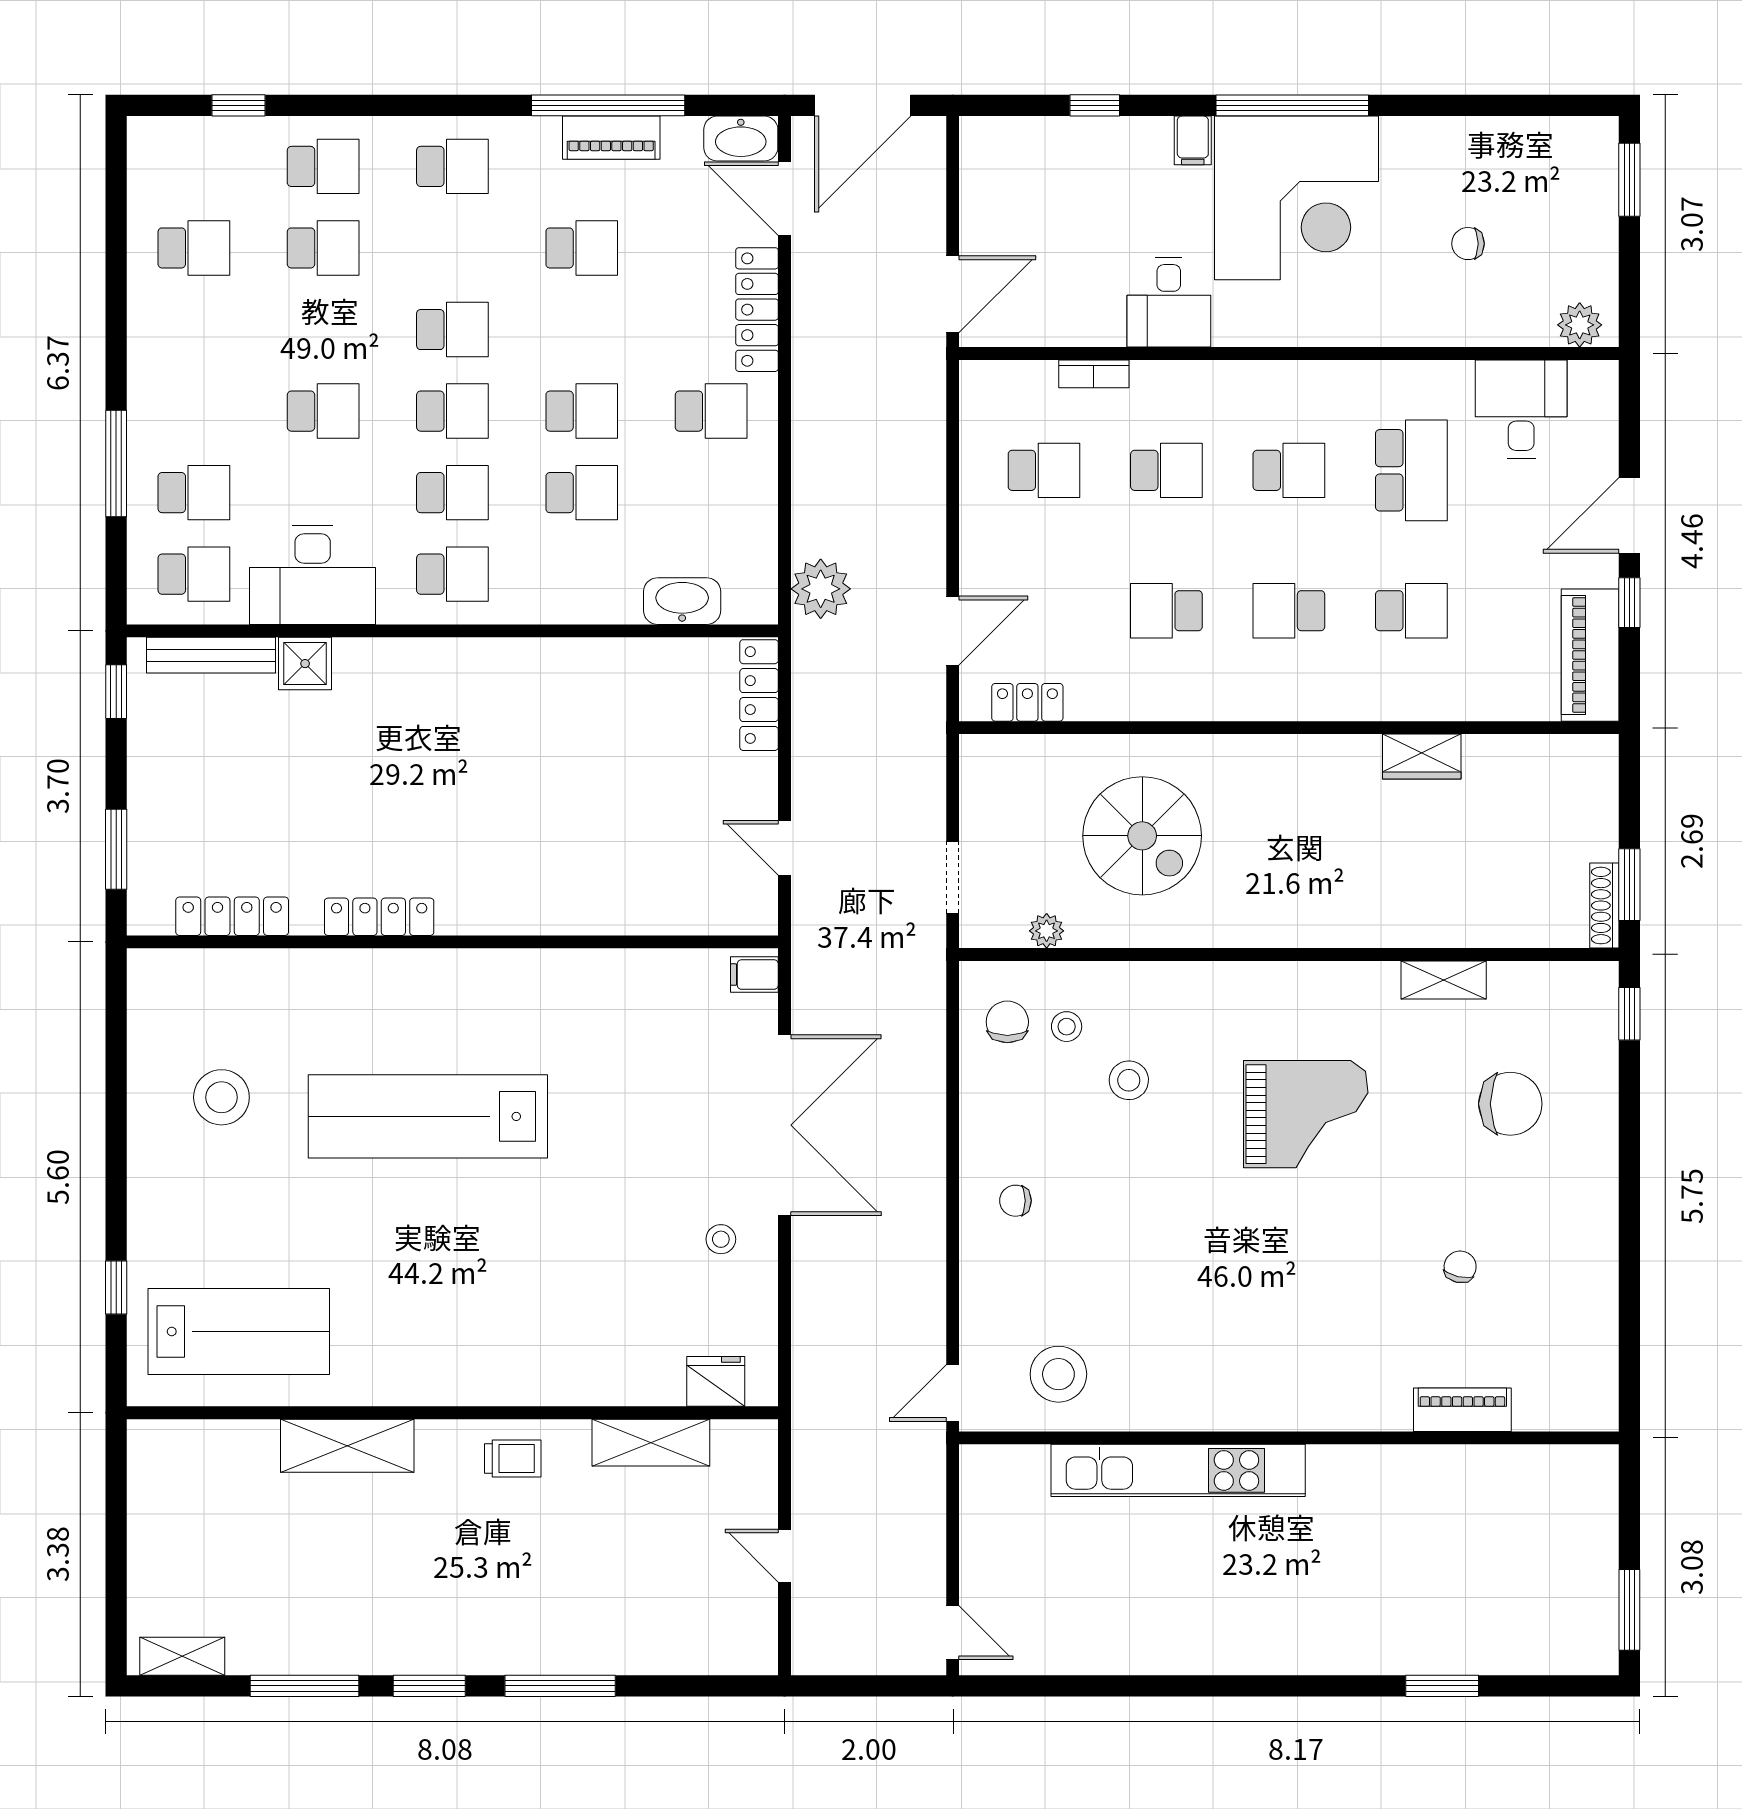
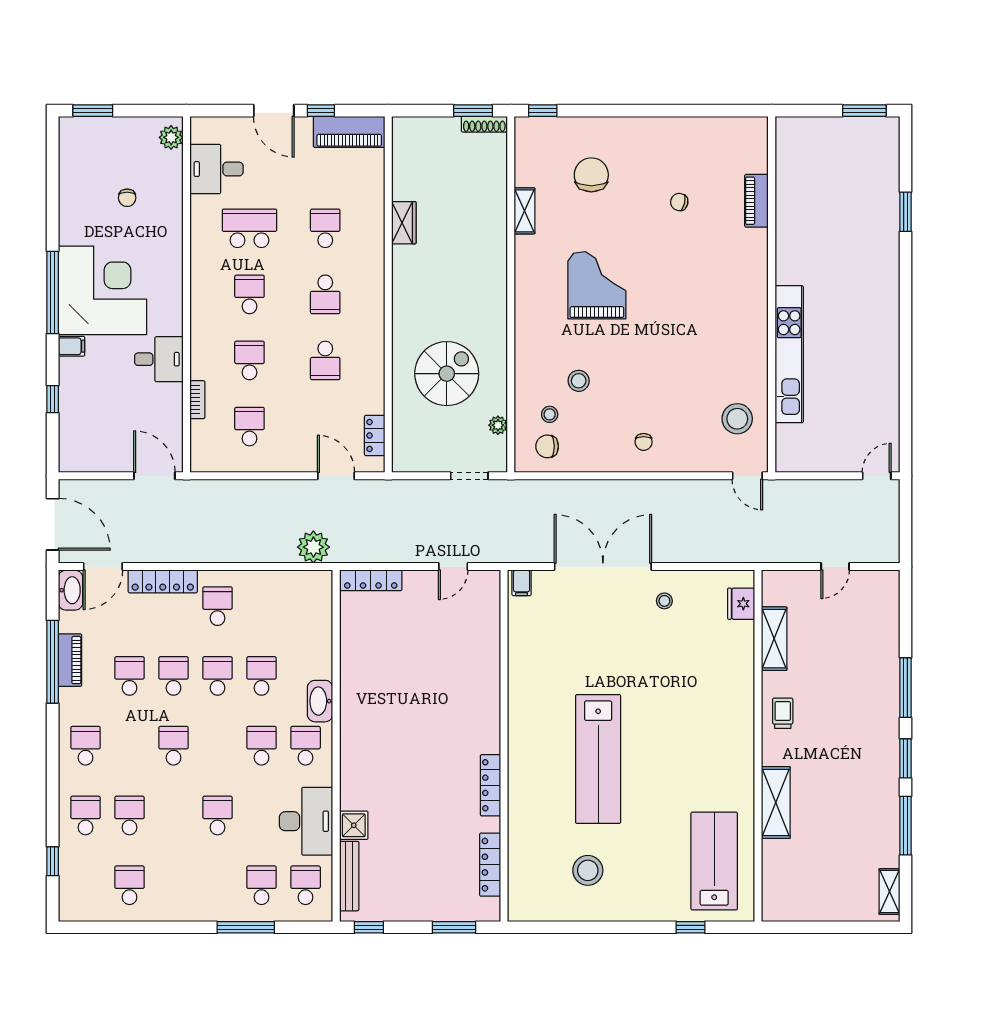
school desk: (452, 411) -> (174, 676), moved
washbasin: (682, 601) -> (320, 701), moved

